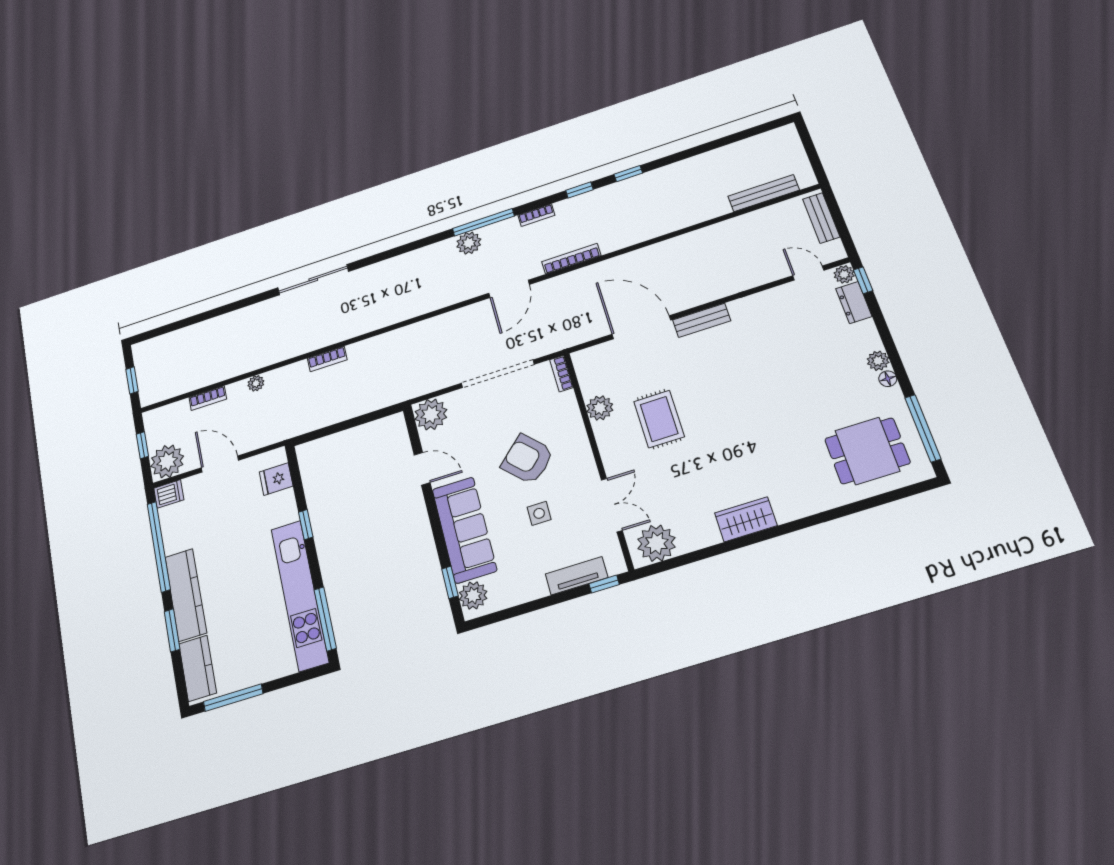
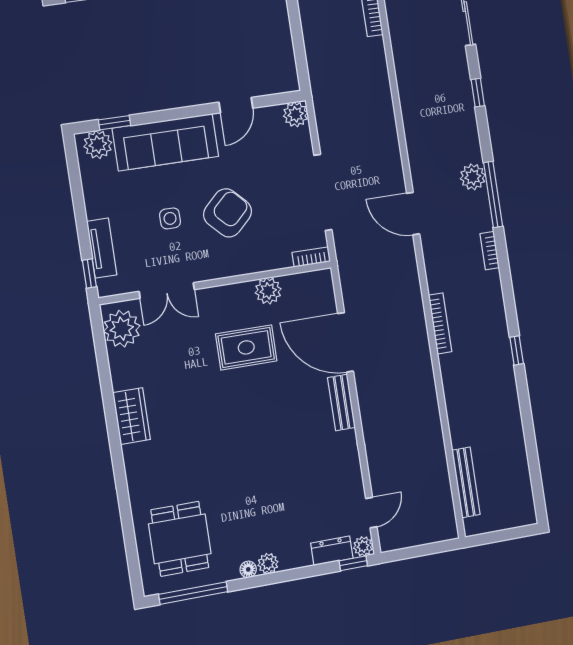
window: (579, 190) -> (478, 93), moved
bench: (821, 218) -> (427, 534), removed
bookcase: (571, 259) -> (440, 323), moved
door: (641, 327) -> (346, 342), swing flipped
plant: (431, 414) -> (296, 114), width x0.73, depth x0.73

